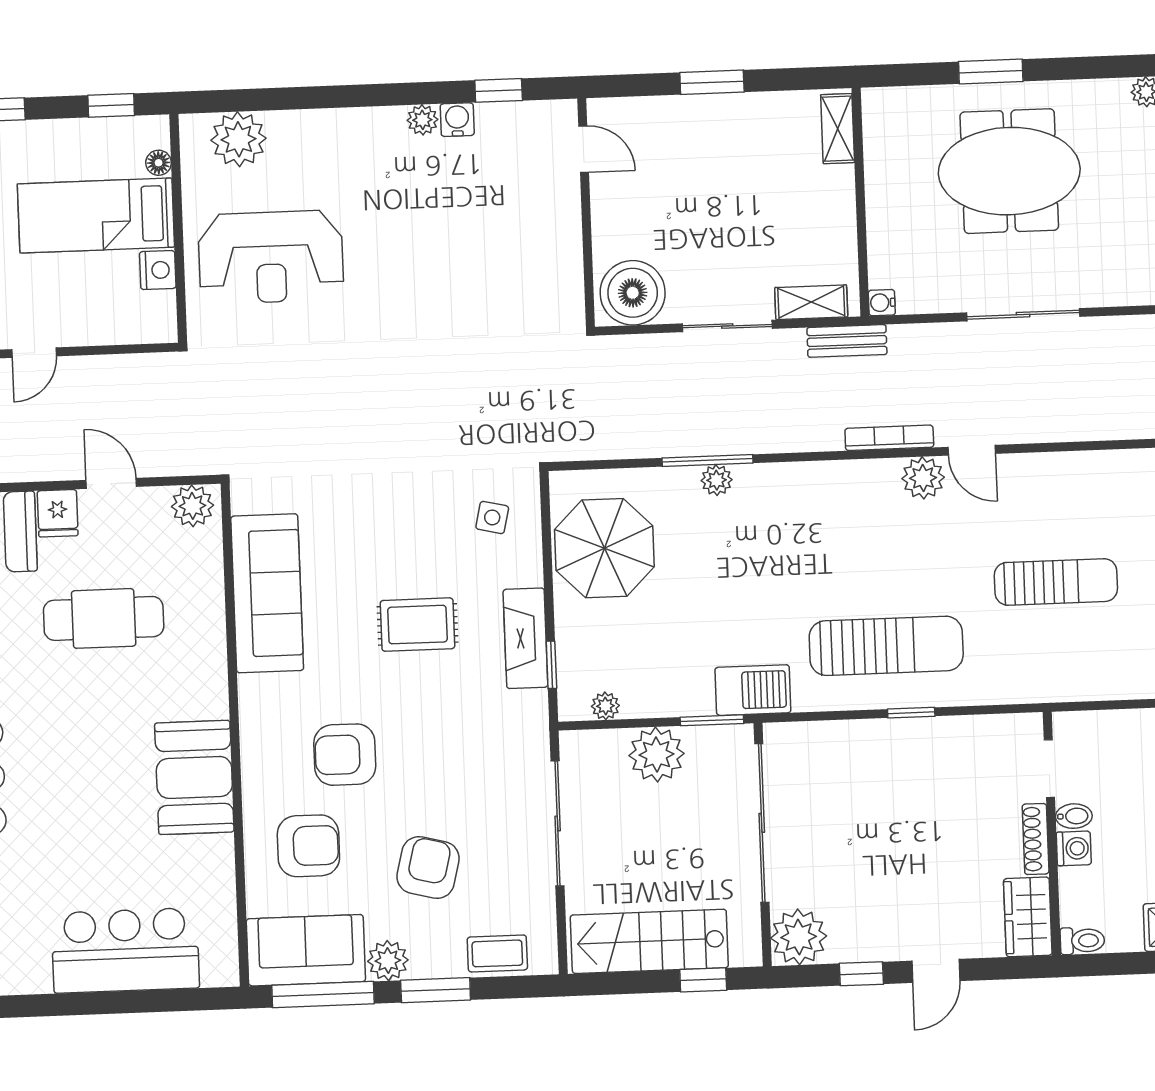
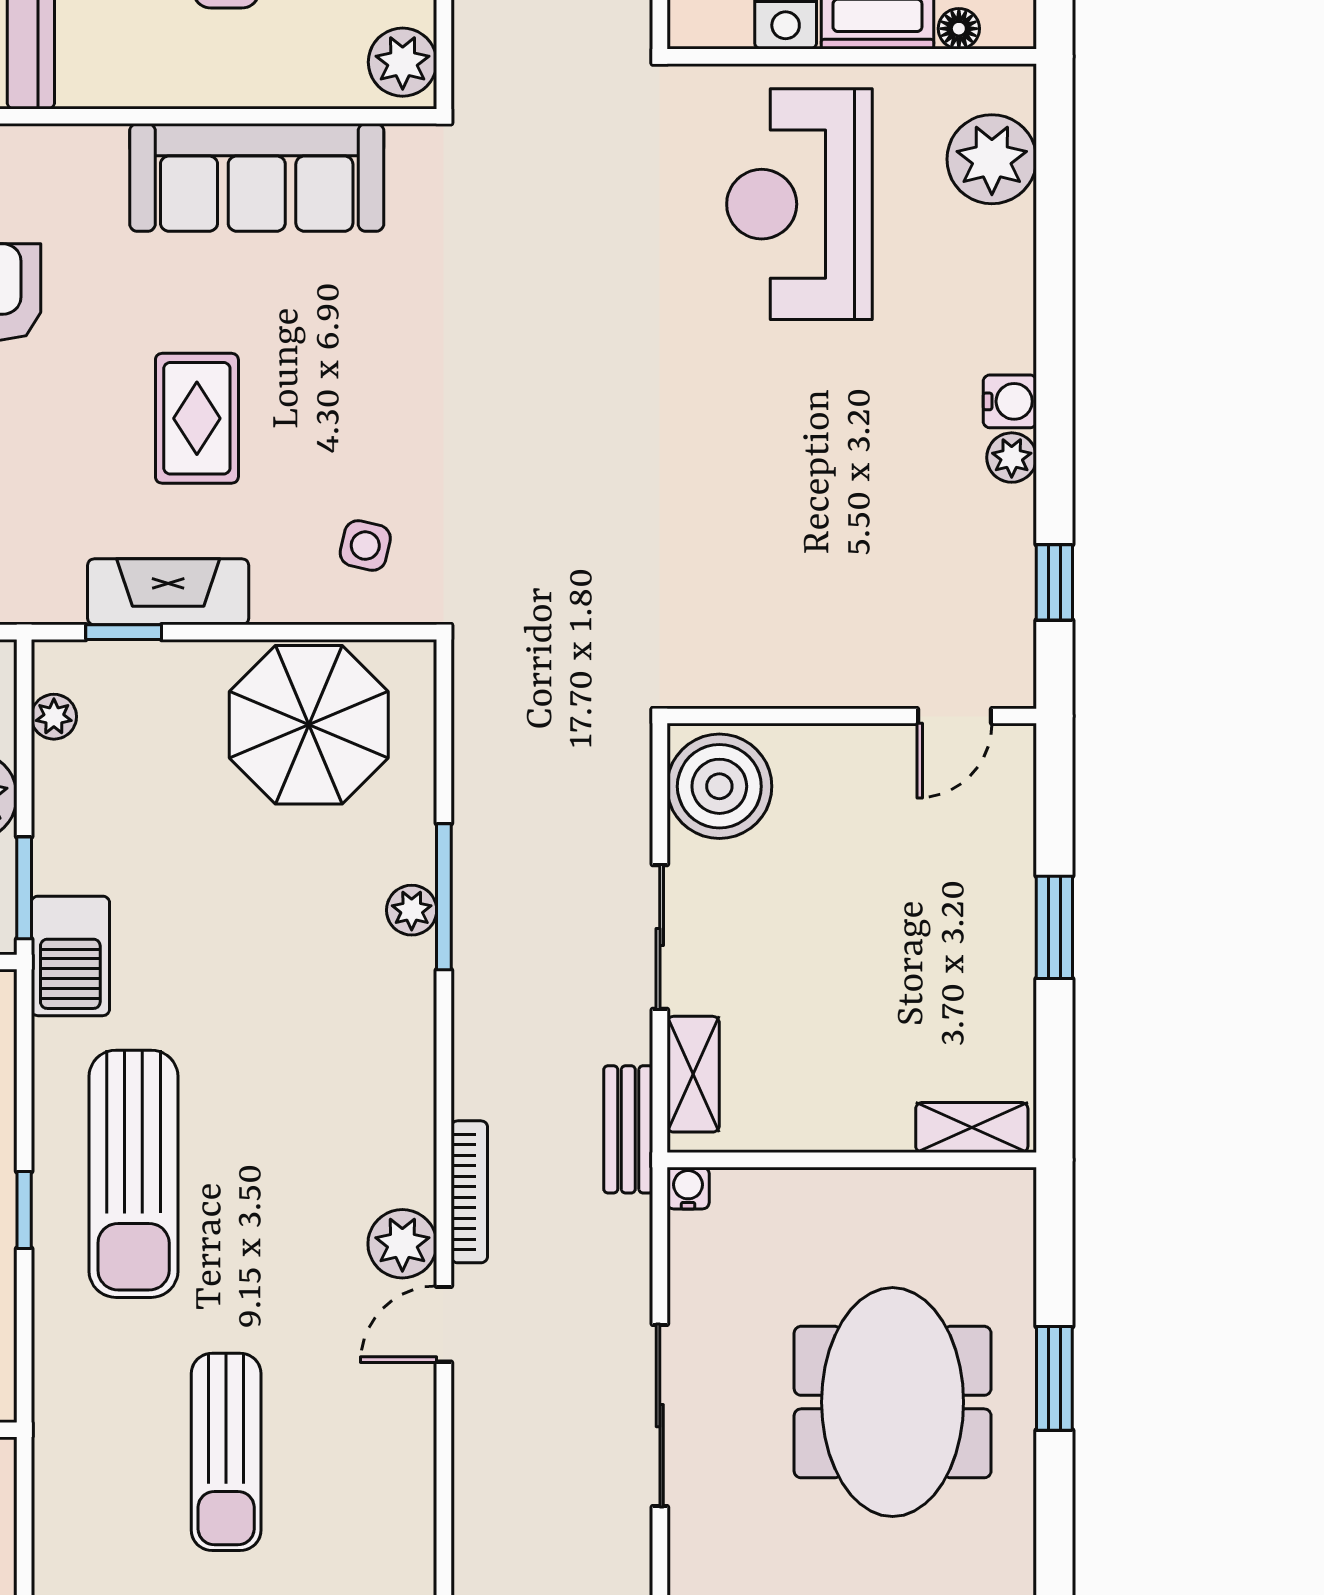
water cooler: (457, 120) -> (1010, 401), moved

